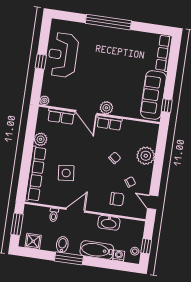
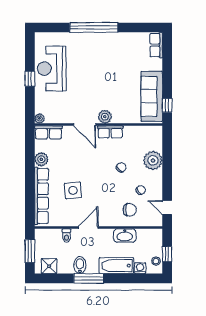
row of seats: (164, 53) -> (156, 45), width x0.68
row of seats: (61, 116) -> (48, 132), moved

